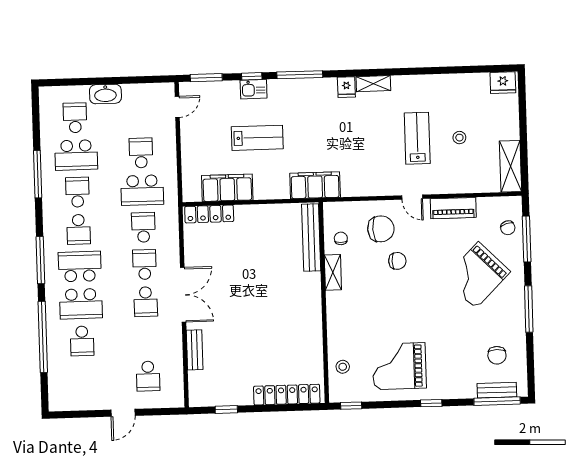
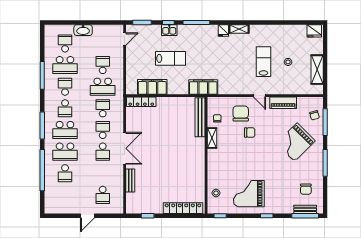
shelving: (510, 166) -> (317, 70), moved
chair: (381, 229) -> (241, 114), turned -87
school desk: (80, 267) -> (65, 130), turned 180

